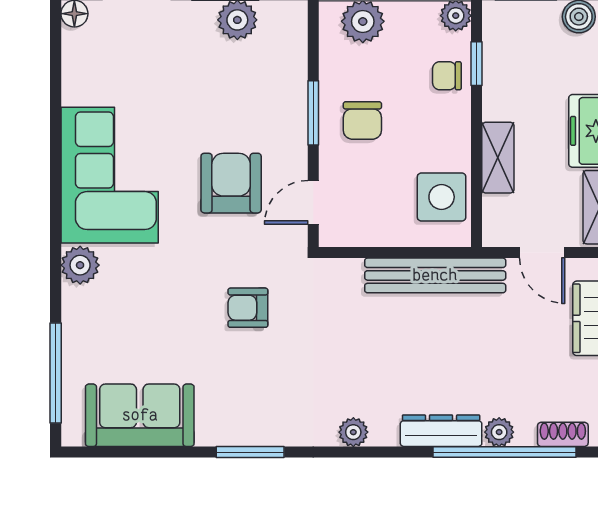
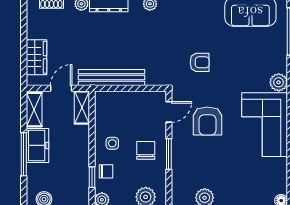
shelving: (498, 158) -> (82, 108), moved
side table: (442, 197) -> (112, 143), moved, width x0.54, depth x0.54
door: (542, 252) -> (61, 88), hinge flipped

